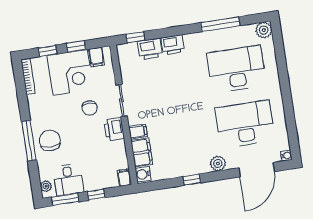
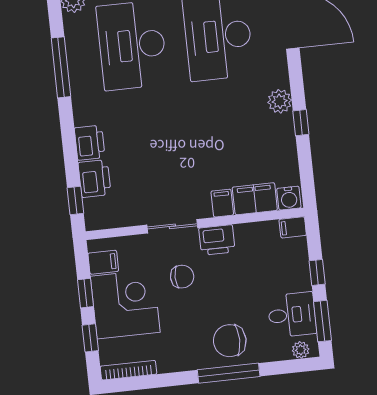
plant: (218, 163) -> (280, 101), moved

